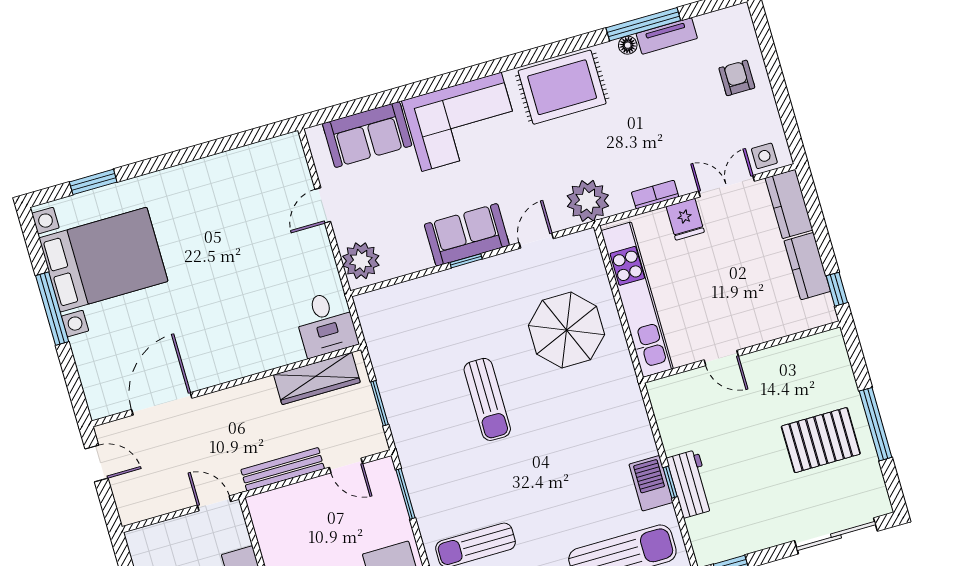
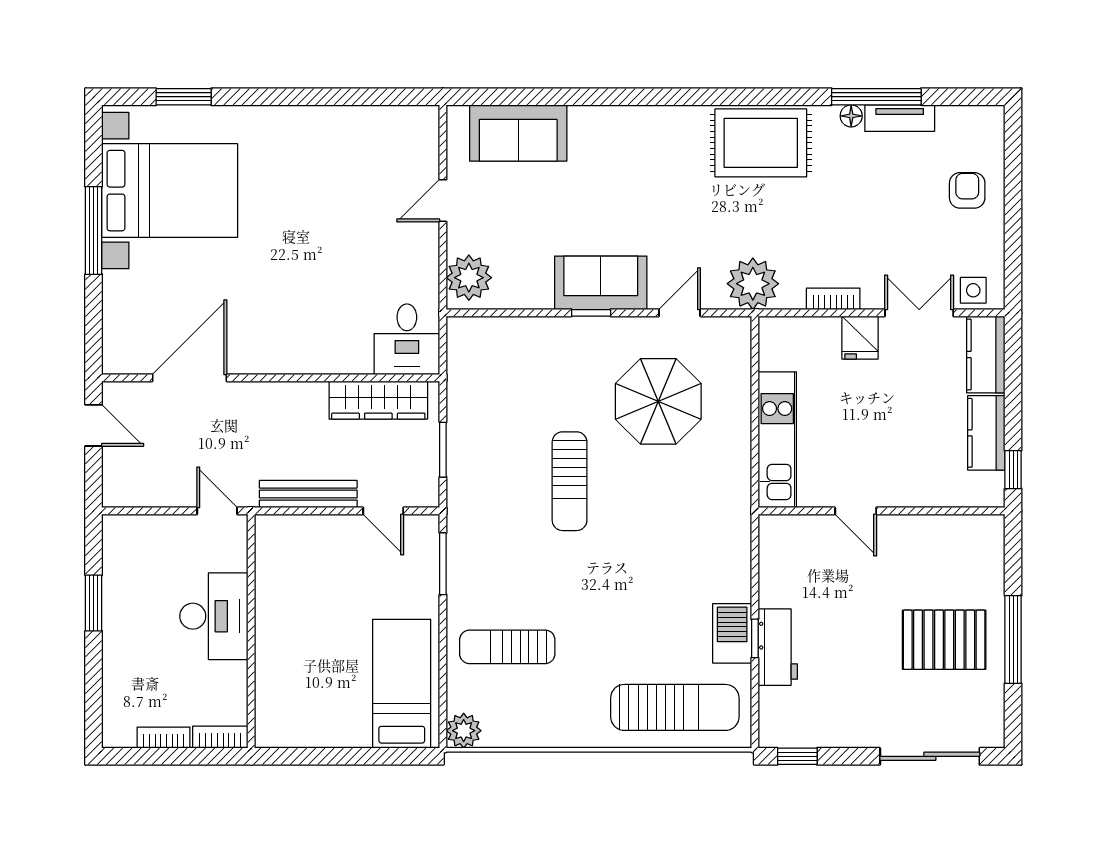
corner sofa: (461, 122) -> (632, 150), removed
kitchen unit: (637, 300) -> (777, 440), width x0.73
parasol: (566, 330) -> (658, 401), moved

